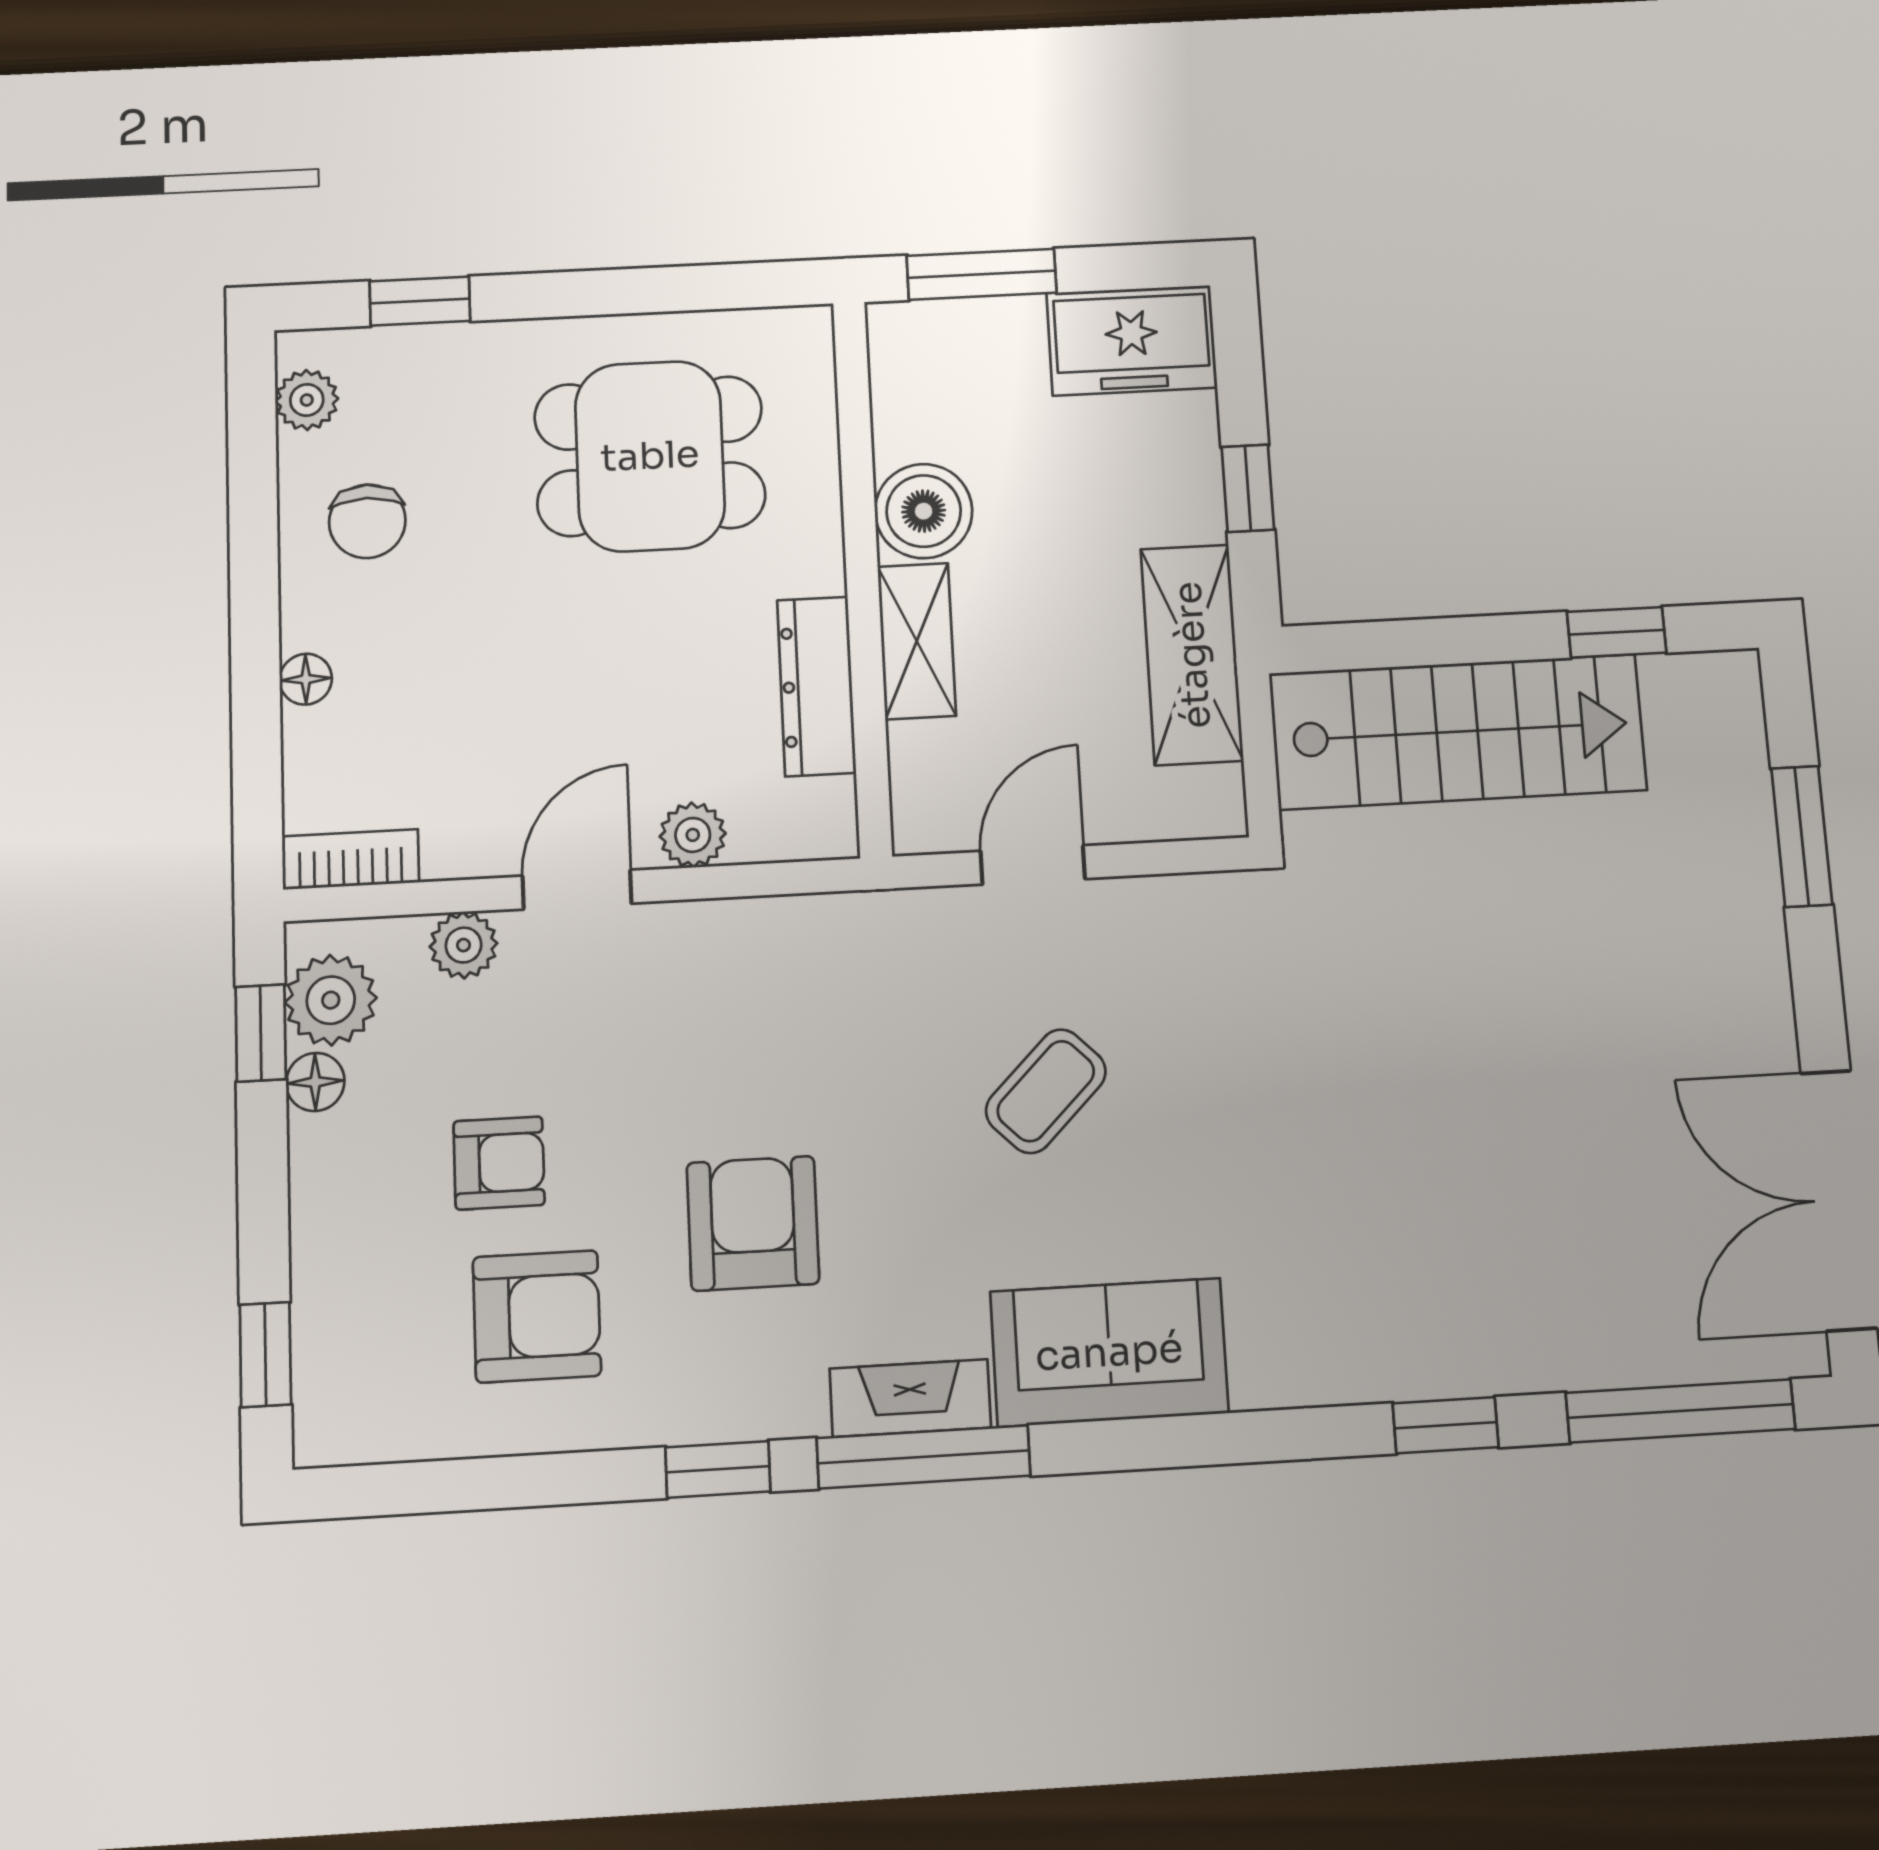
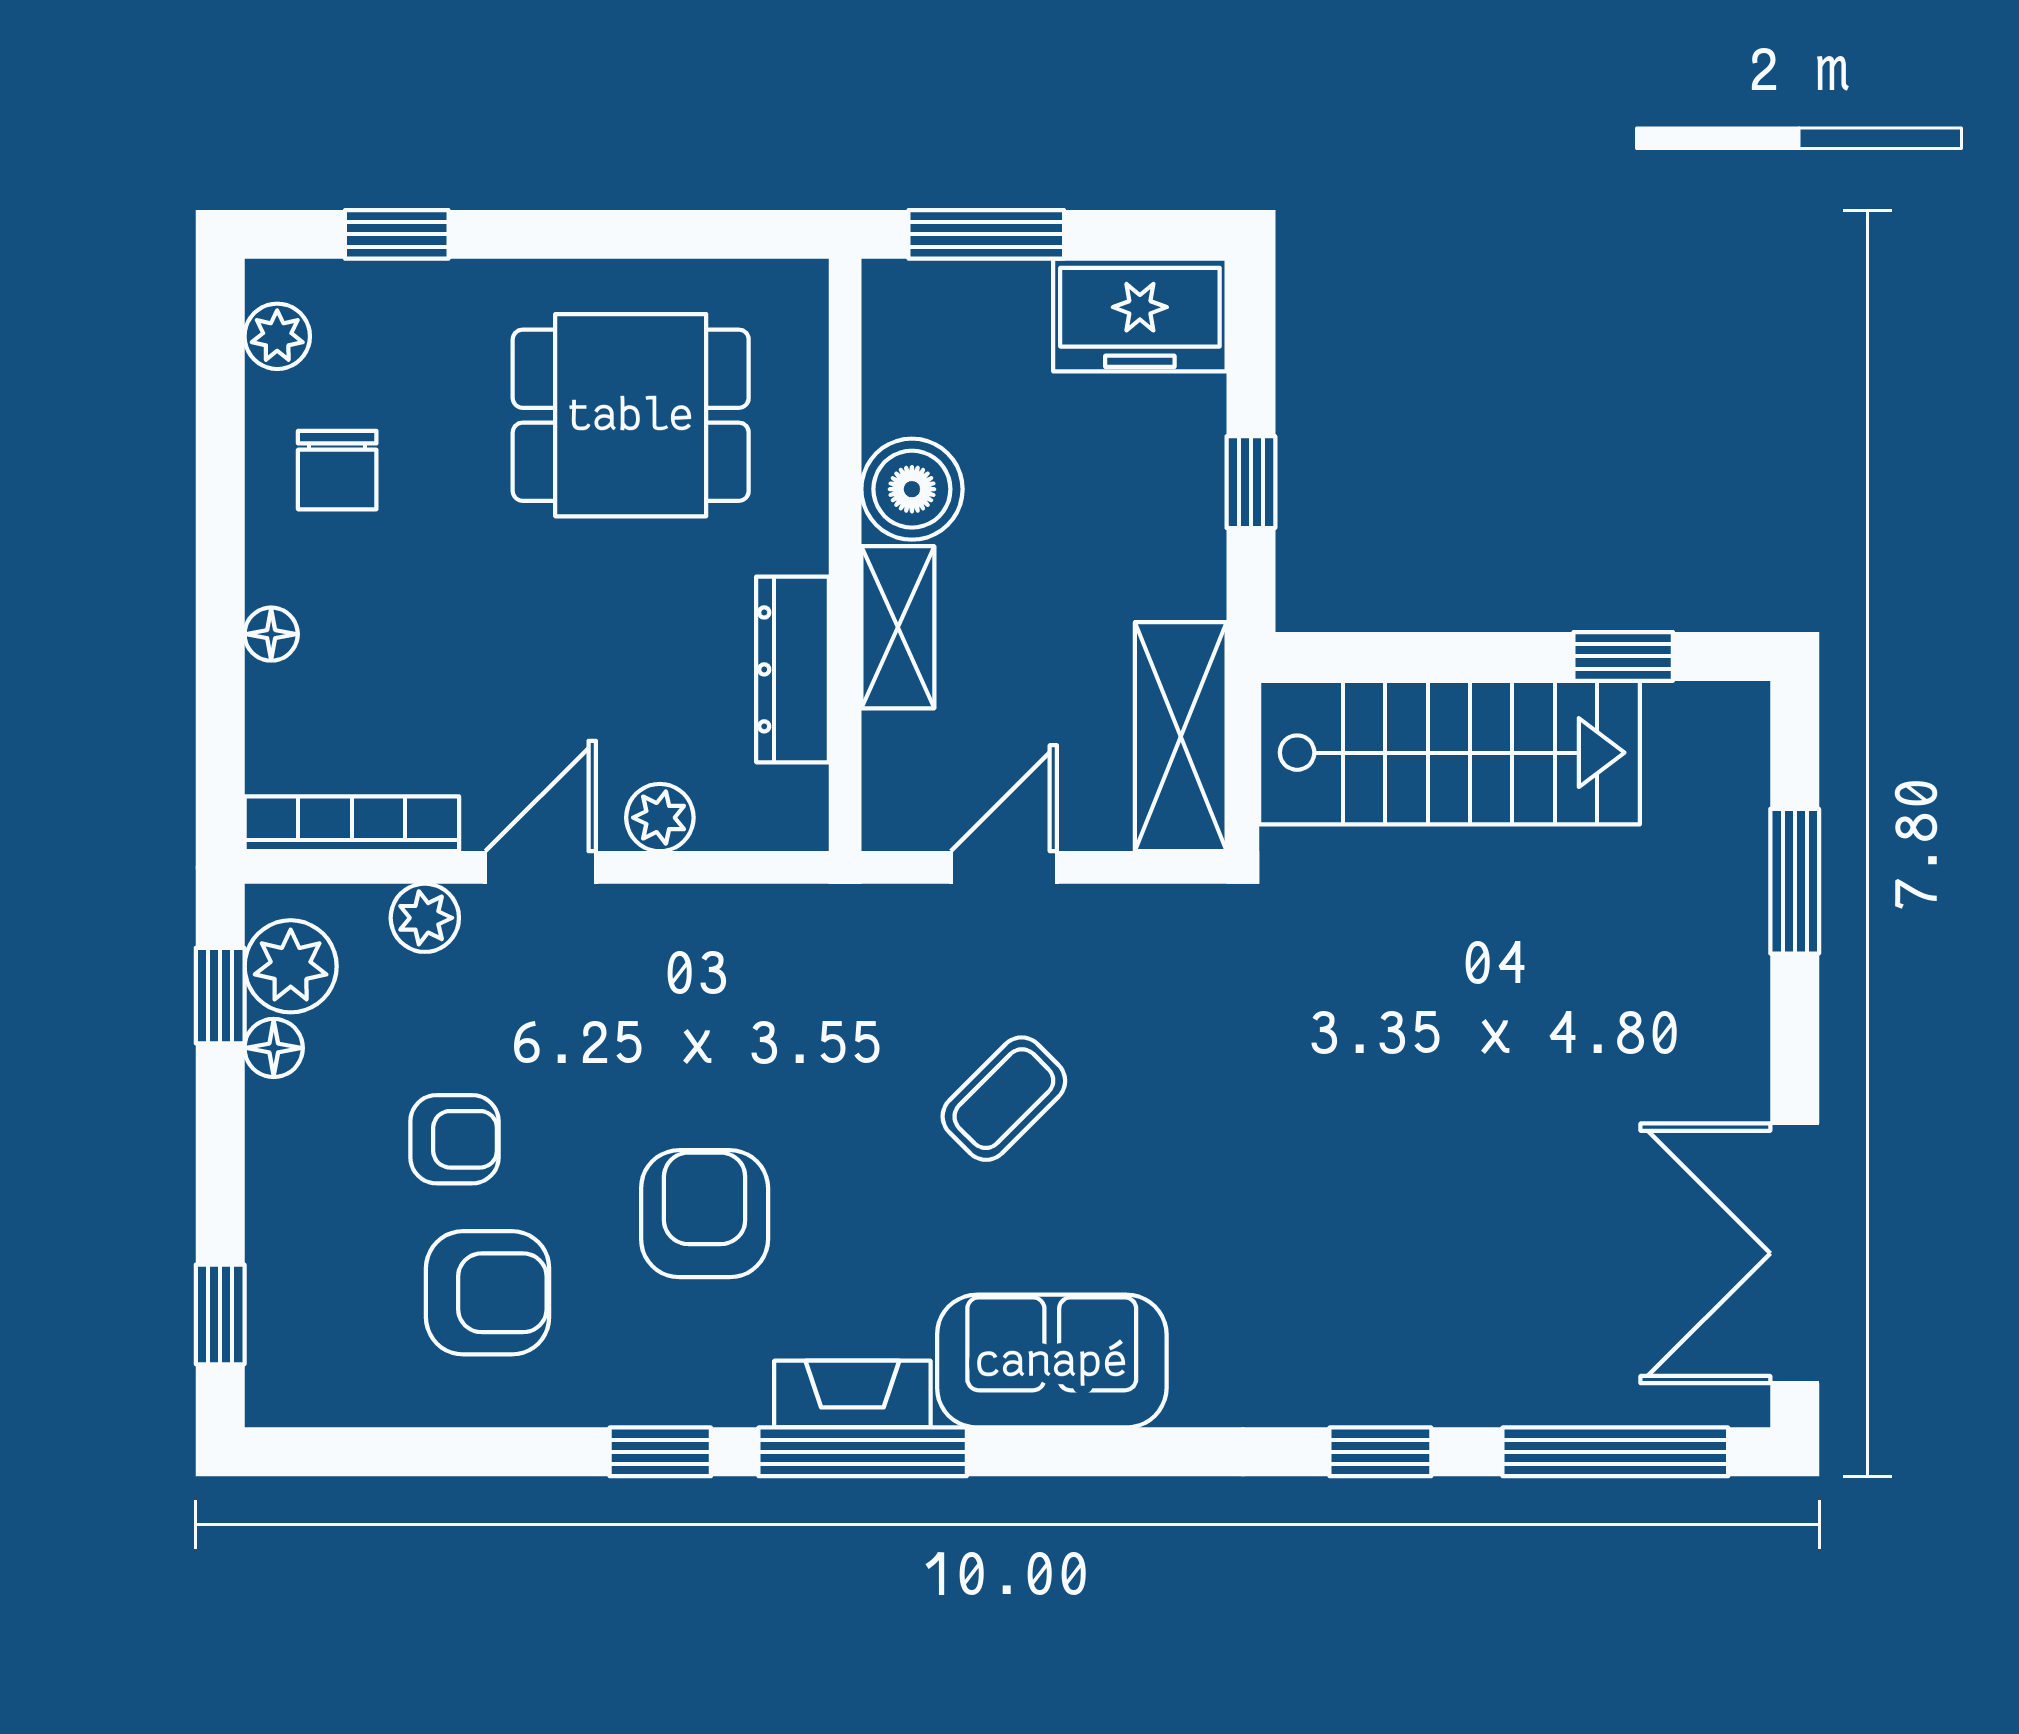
shelving: (1192, 655) -> (1181, 737), moved
bookcase: (351, 859) -> (352, 824), width x1.56

